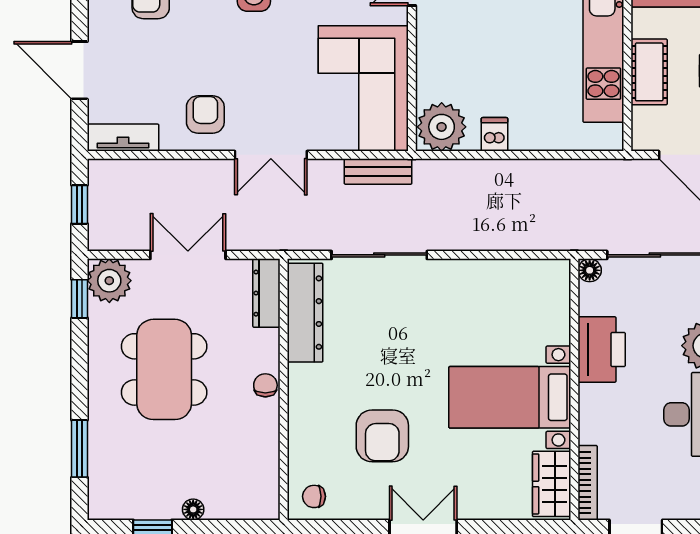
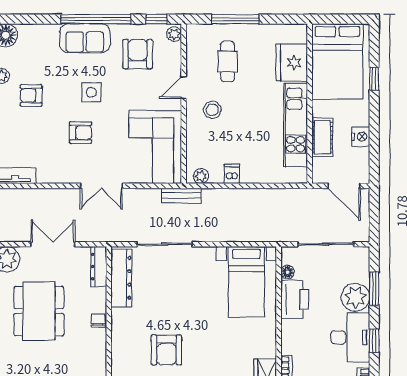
stool: (461, 25) -> (212, 110), added
armchair: (205, 114) -> (81, 133), moved, turned 90
plant: (442, 127) -> (201, 176), width x0.53, depth x0.53
bench: (378, 172) -> (181, 196), moved
floor lamp: (590, 270) -> (288, 272), moved
bed with nightstands: (510, 397) -> (246, 282), moved, turned -90

